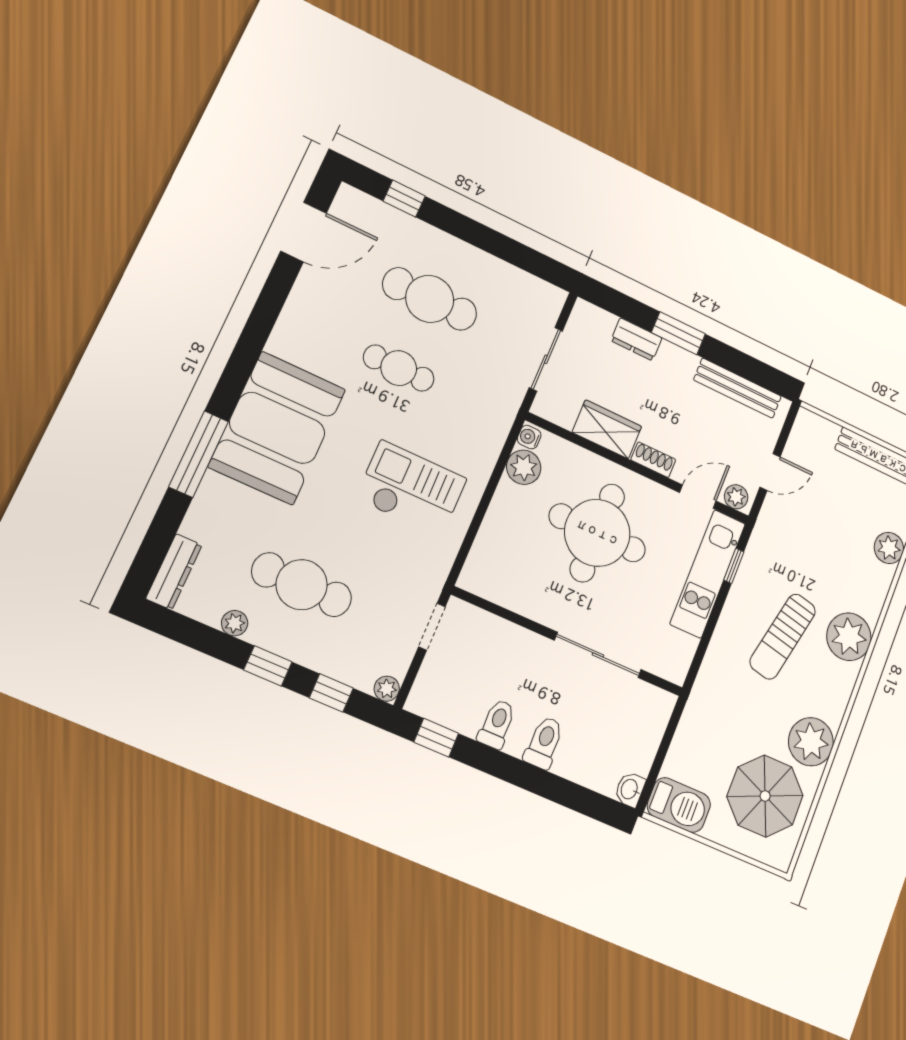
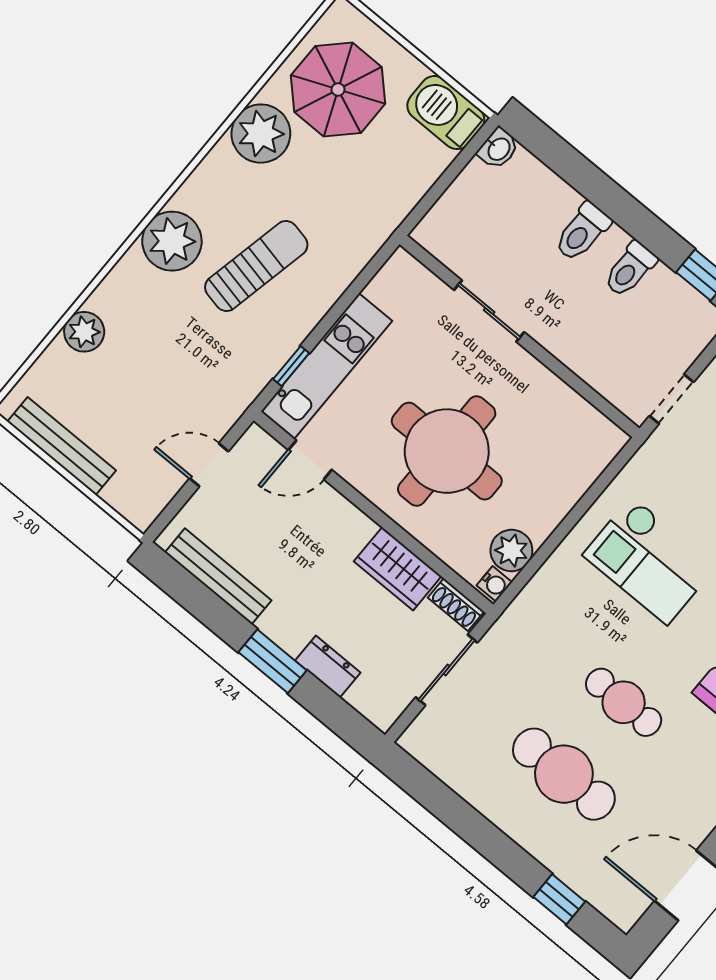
shoe rack: (653, 460) -> (456, 605), moved
plant: (736, 497) -> (262, 447), removed
sliding door: (598, 655) -> (489, 311), width x0.73

